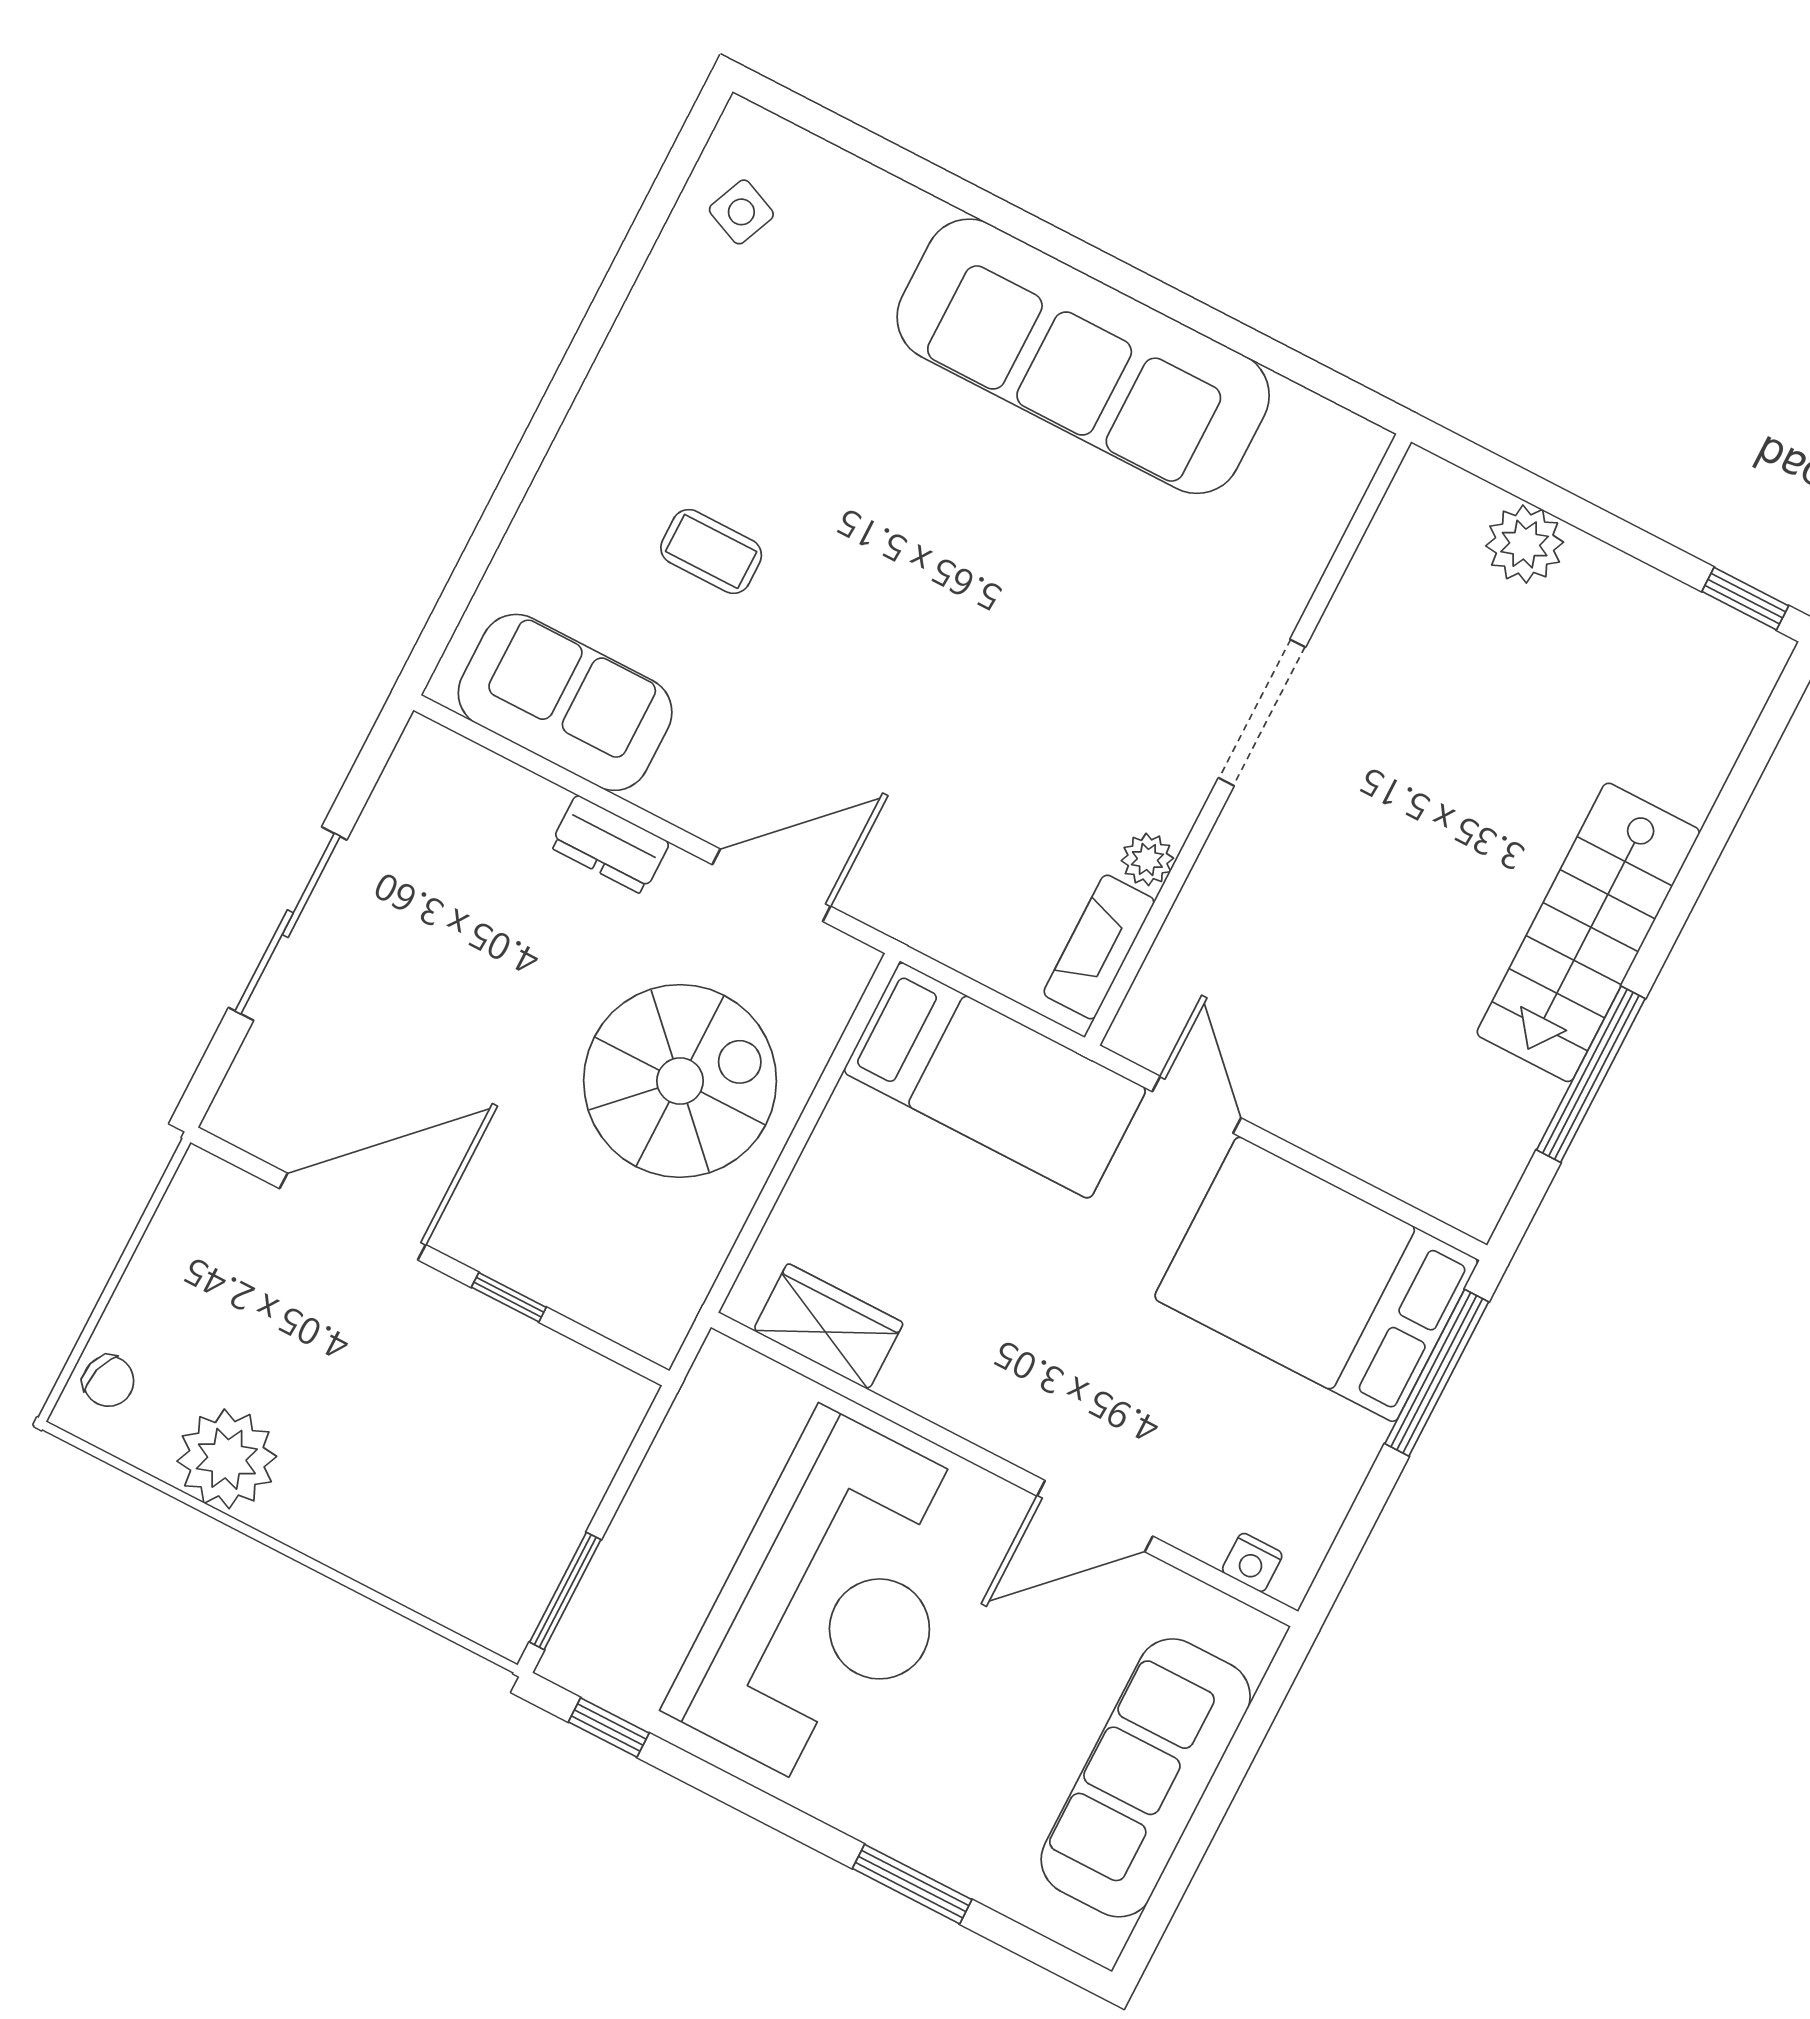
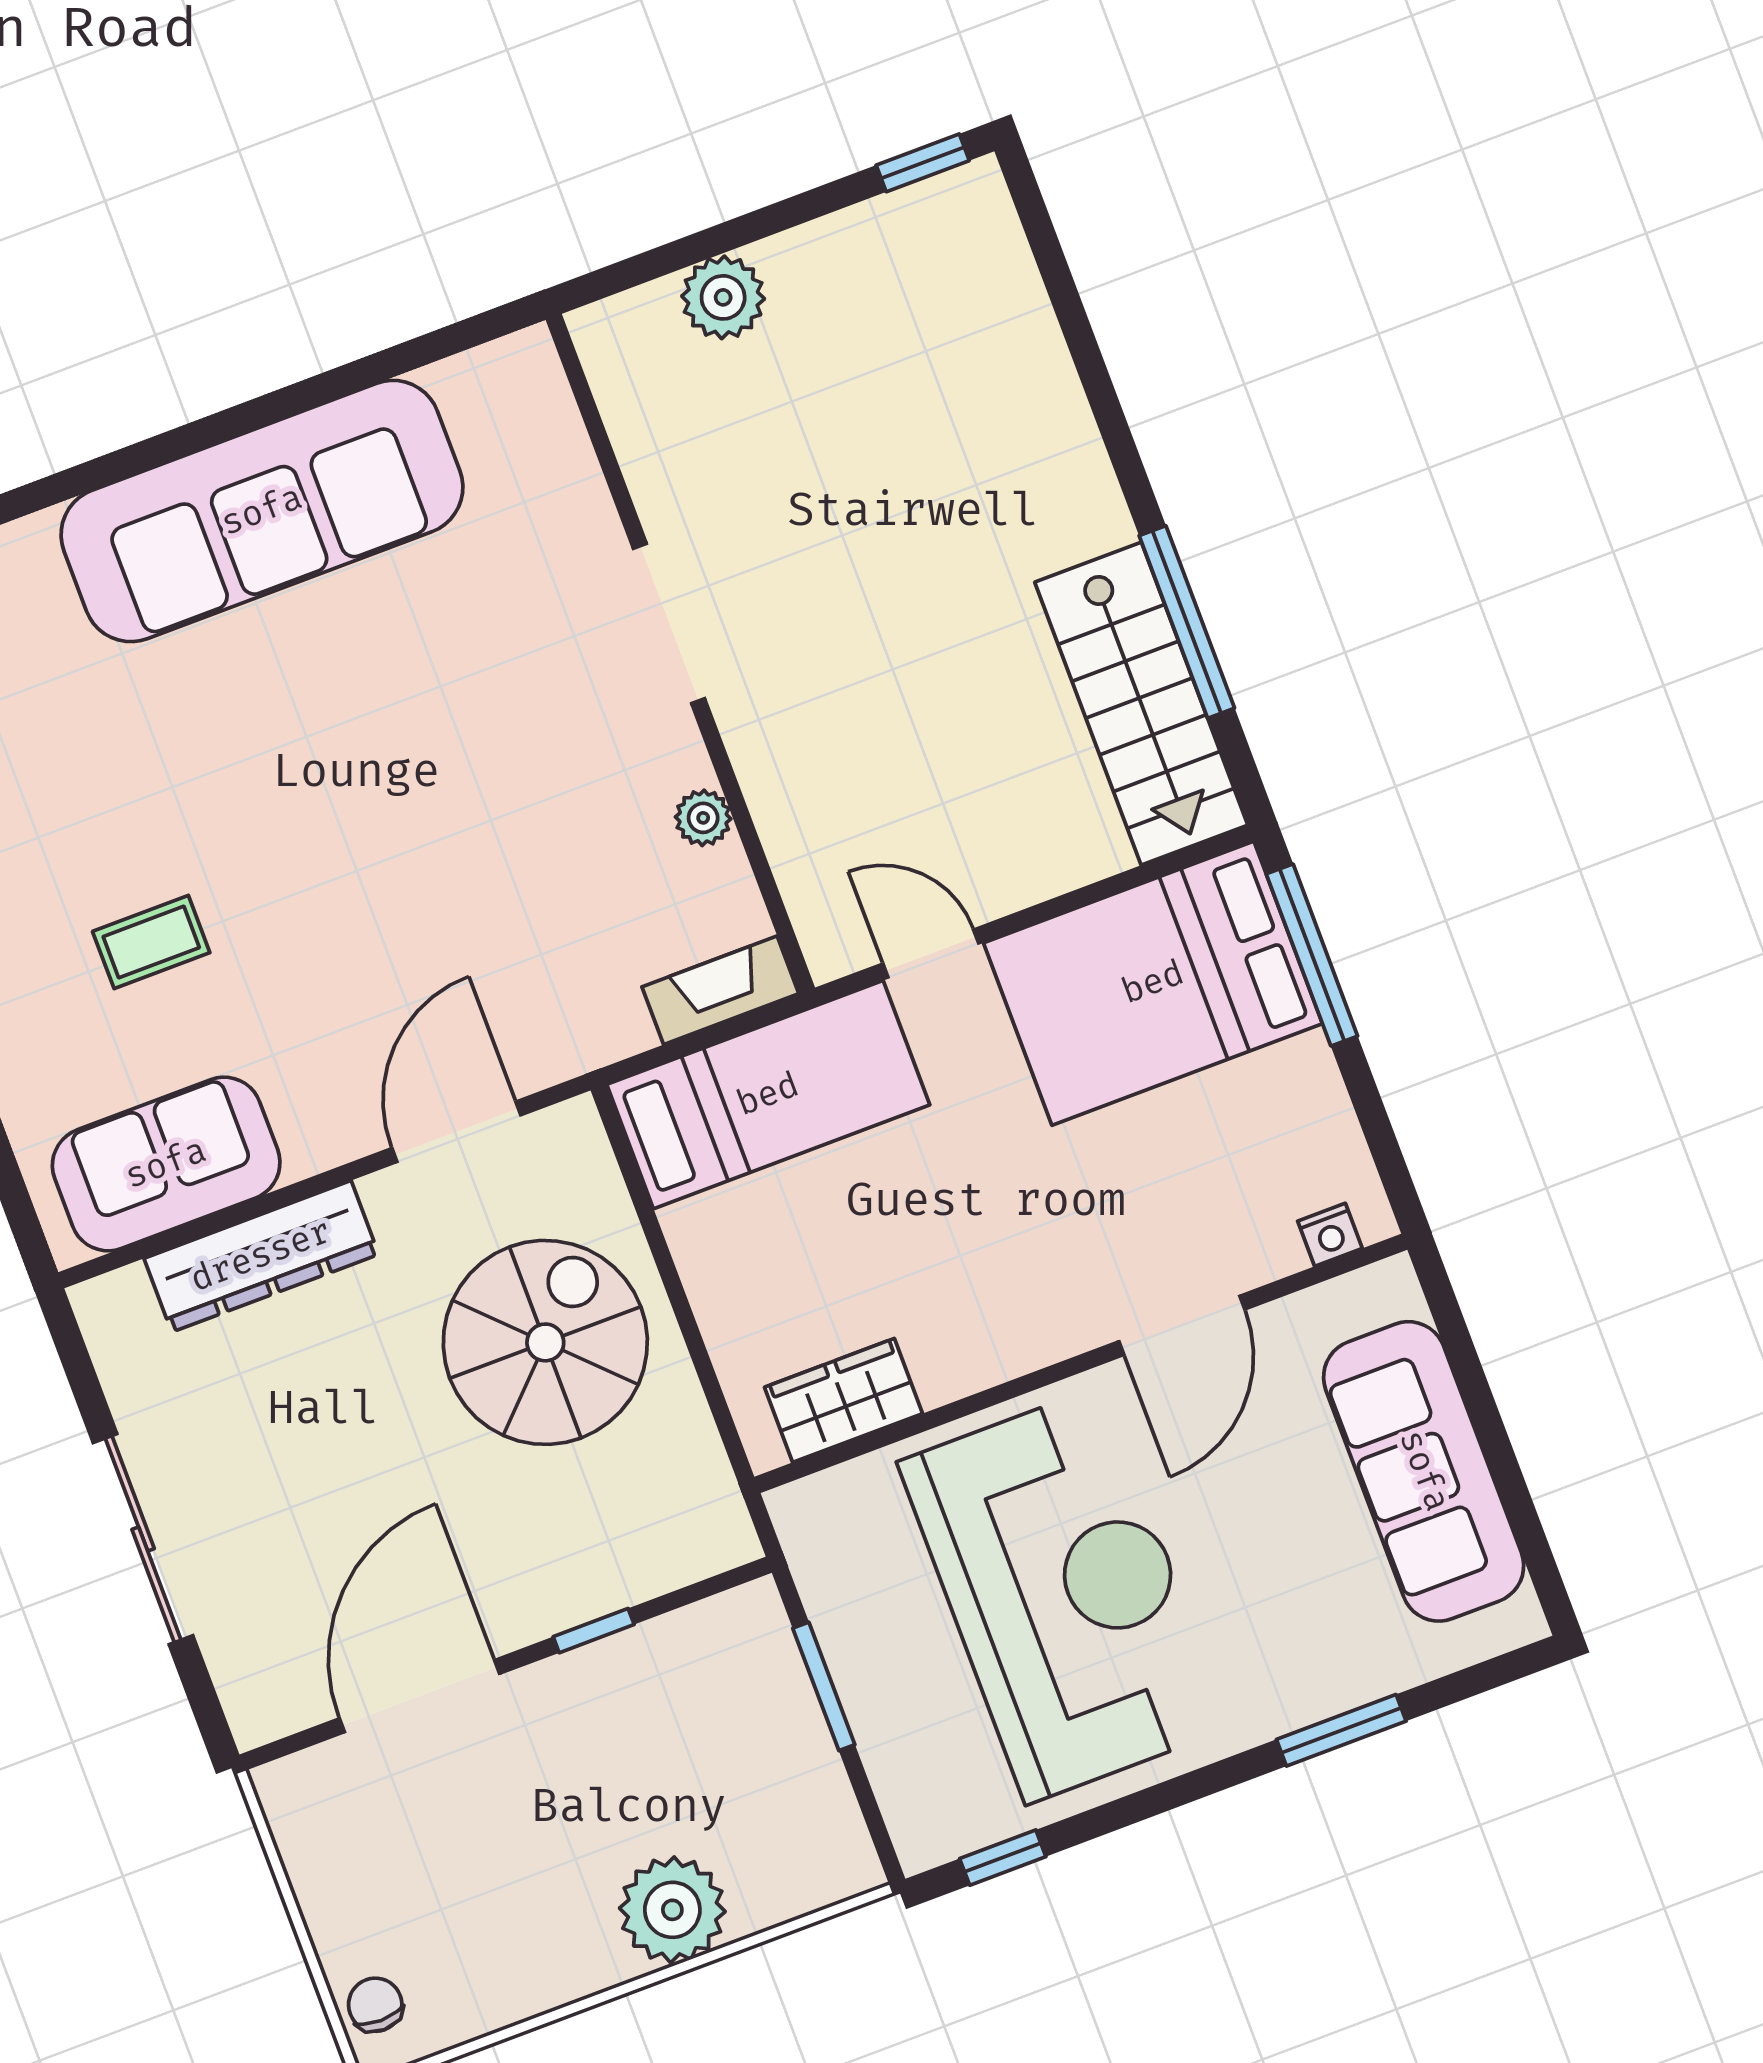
dresser: (610, 845) -> (261, 1256), width x1.96, depth x1.24
stairs: (1588, 932) -> (1141, 704), moved
fireplace: (1099, 947) -> (720, 990), moved, turned 90
chair: (108, 1381) -> (375, 2005), turned -106
plant: (227, 1459) -> (672, 1910), moved
window: (565, 1591) -> (824, 1686), moved

